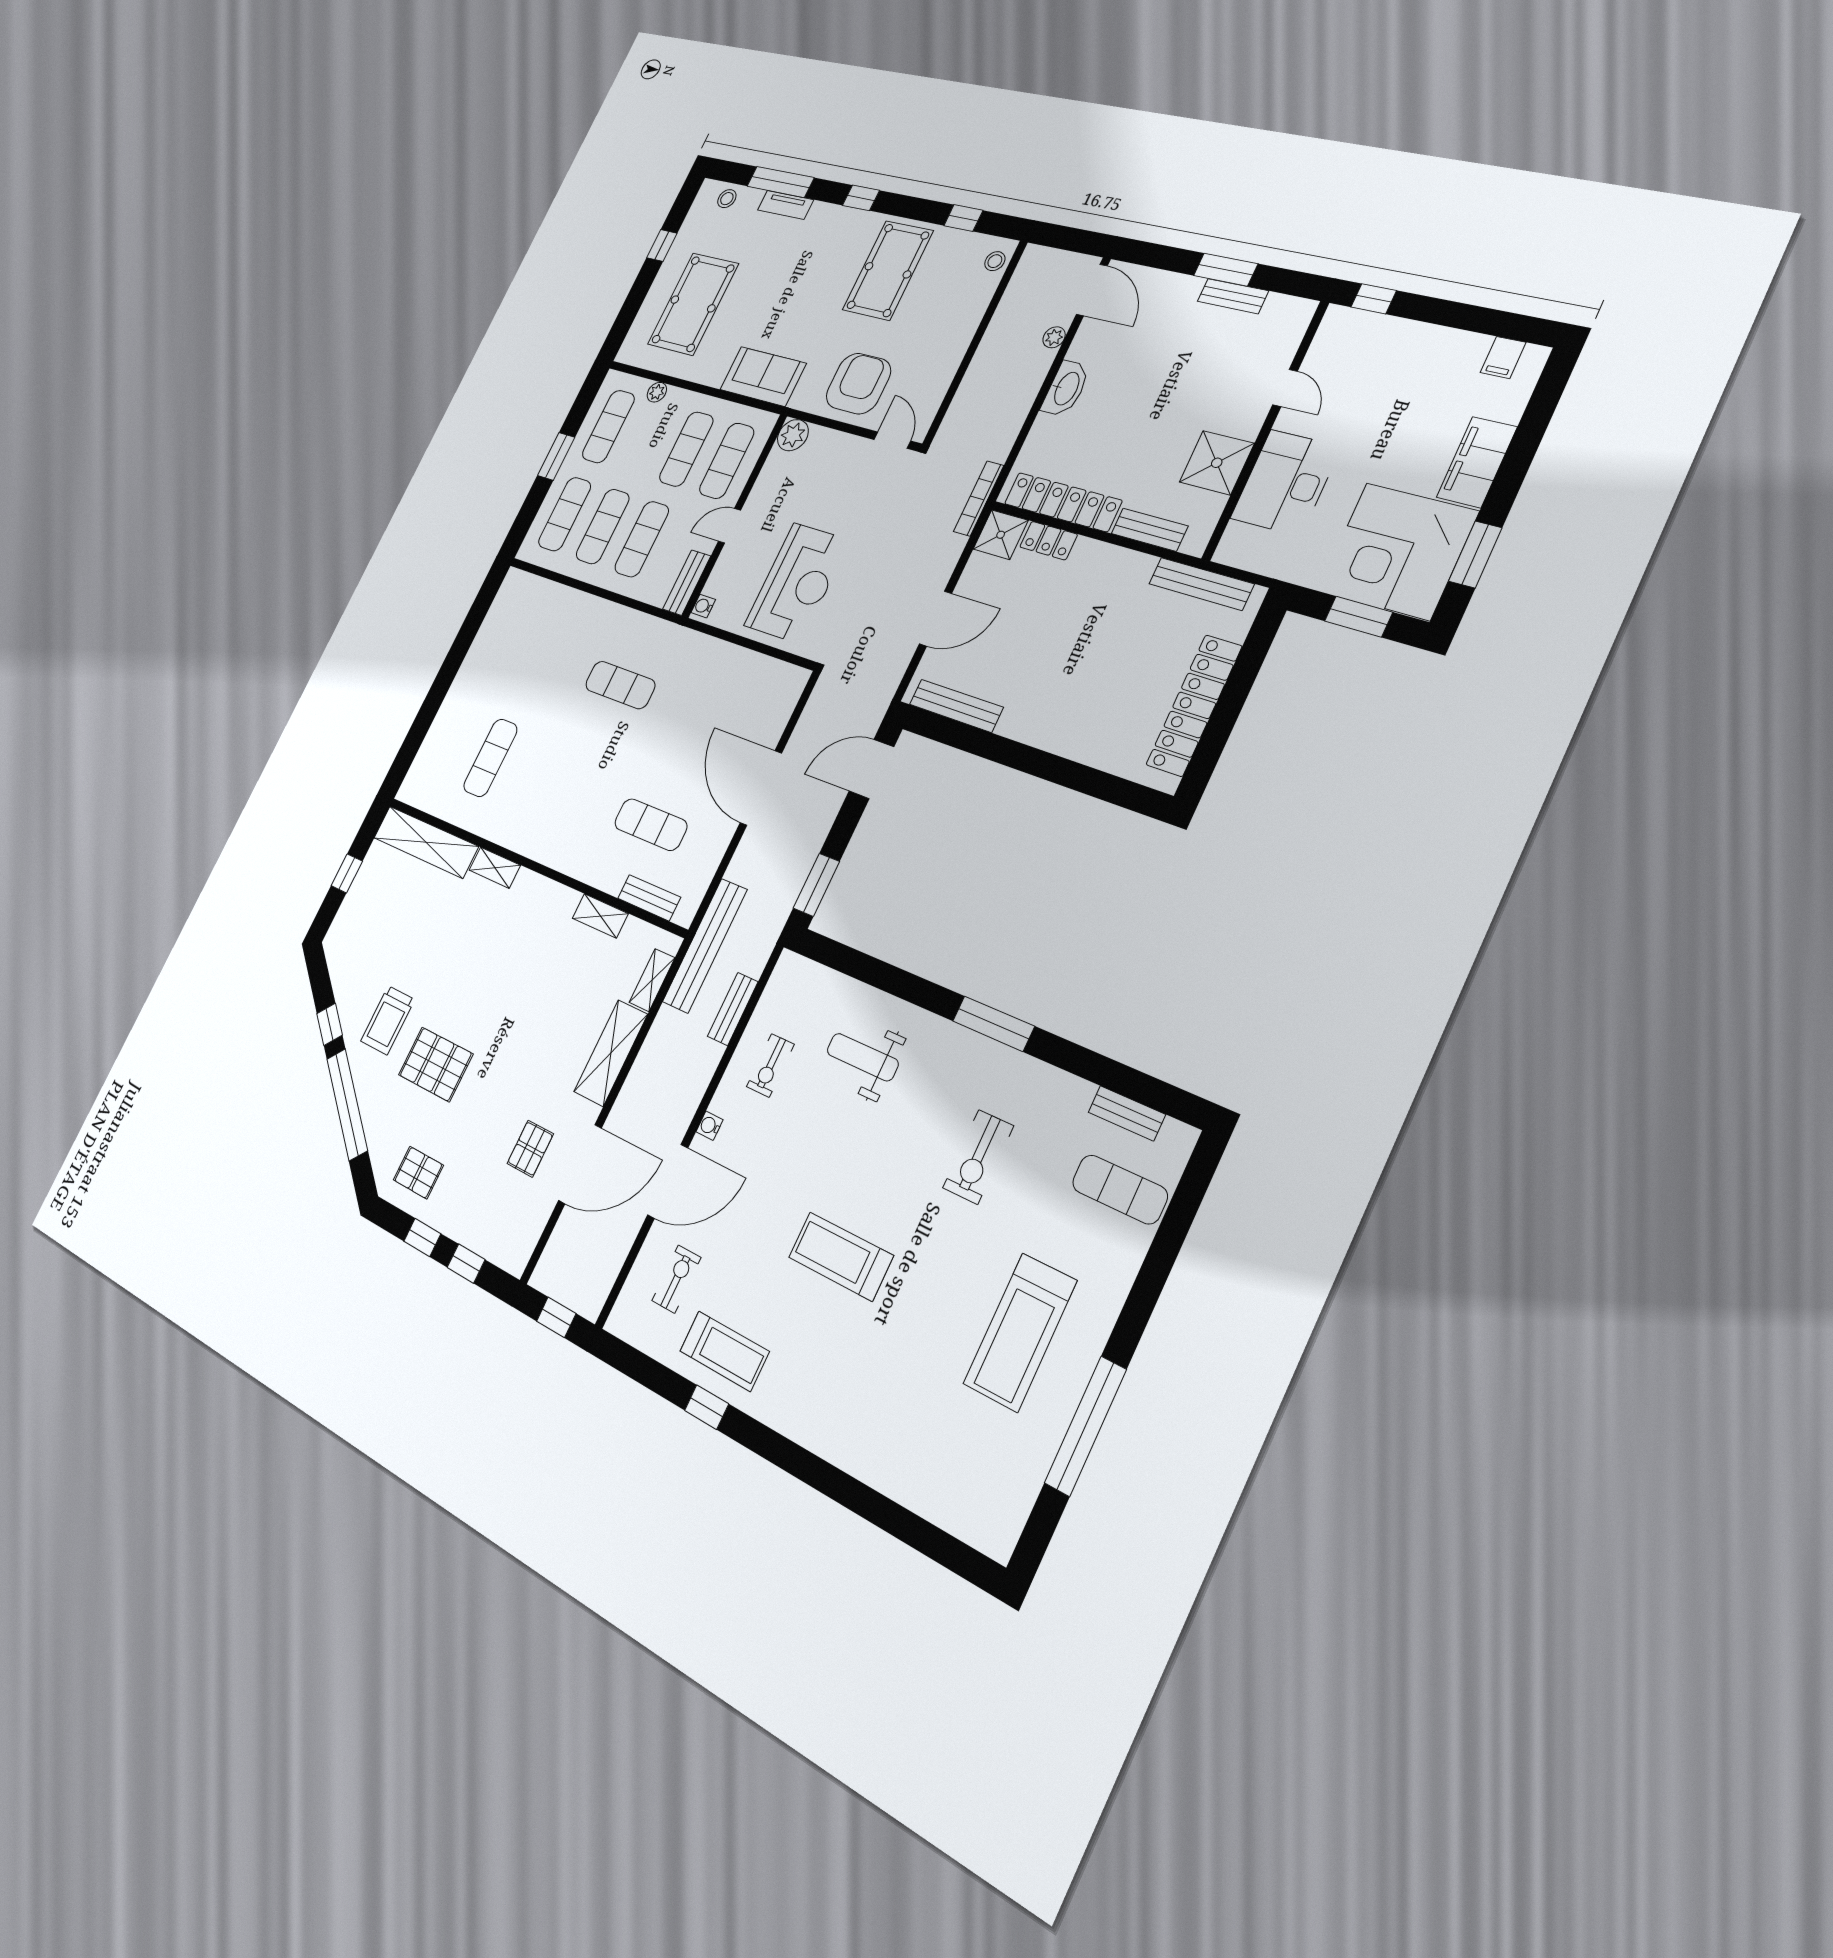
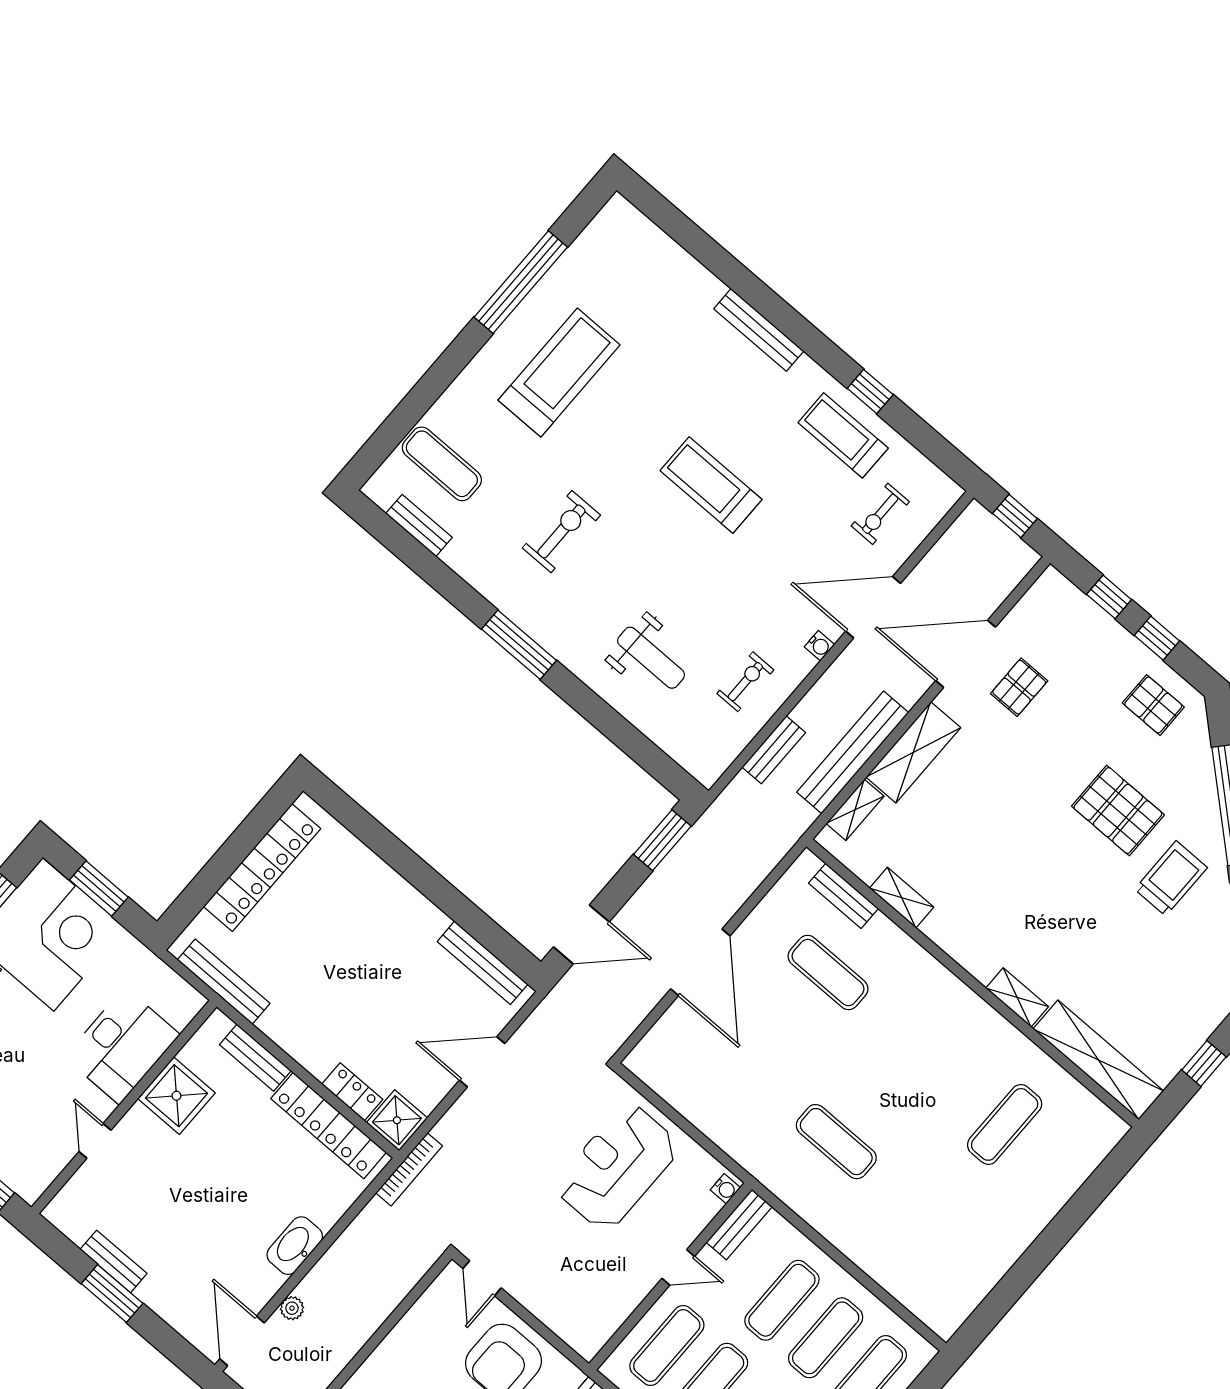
plant: (793, 435) -> (587, 1338), removed
bench: (705, 946) -> (853, 752), moved
treadmill: (841, 1256) -> (711, 485), turned 180
bench: (826, 1443) -> (759, 330), added

